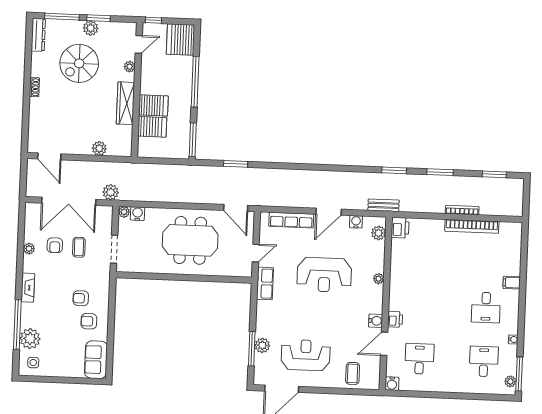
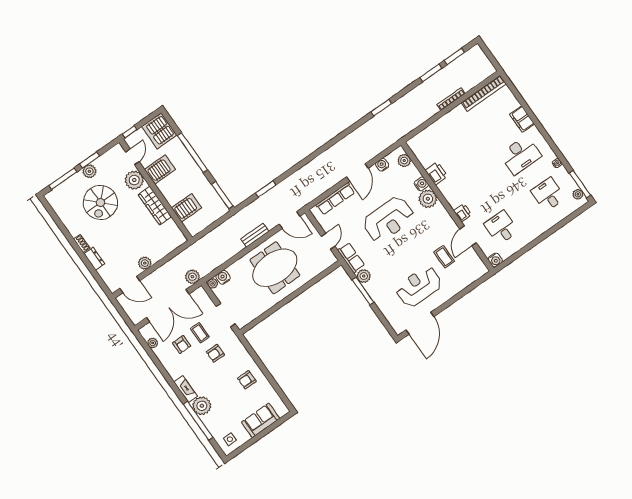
dresser: (38, 35) -> (94, 259), moved, width x0.70
plant: (130, 67) -> (134, 180), width x1.88, depth x1.88
server rack: (153, 105) -> (160, 170), moved
plant: (99, 148) -> (145, 263), moved
window: (440, 172) -> (431, 73), moved
bench: (383, 205) -> (255, 235), moved
bookcase: (472, 226) -> (484, 93), moved
printer: (400, 228) -> (436, 173), moved
plant: (29, 249) -> (153, 343), moved
plant: (379, 279) -> (428, 199), width x1.88, depth x1.88
filing cabinet: (512, 283) -> (522, 119), width x2.00
armchair: (81, 298) -> (215, 353), moved
desk: (486, 307) -> (520, 155), width x1.37
water cooler: (376, 321) -> (421, 184), moved
plant: (30, 339) -> (202, 406), moved
plant: (262, 345) -> (364, 276), moved
window: (252, 349) -> (363, 291), moved
sofa: (96, 360) -> (261, 420), moved, turned 90
coffee table: (353, 373) -> (444, 257), moved

